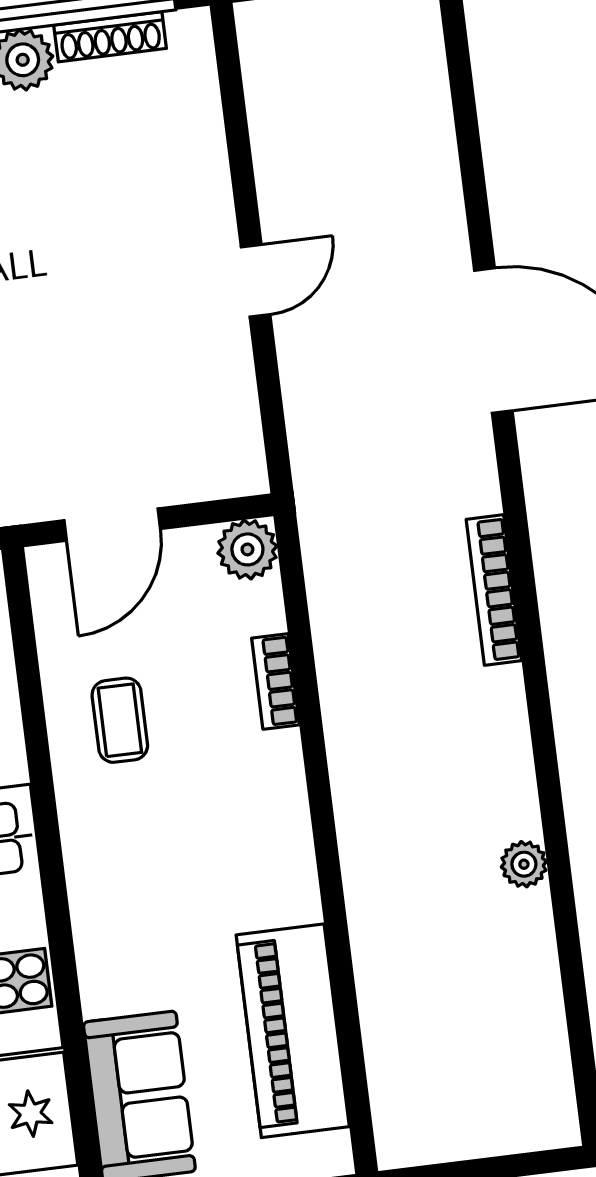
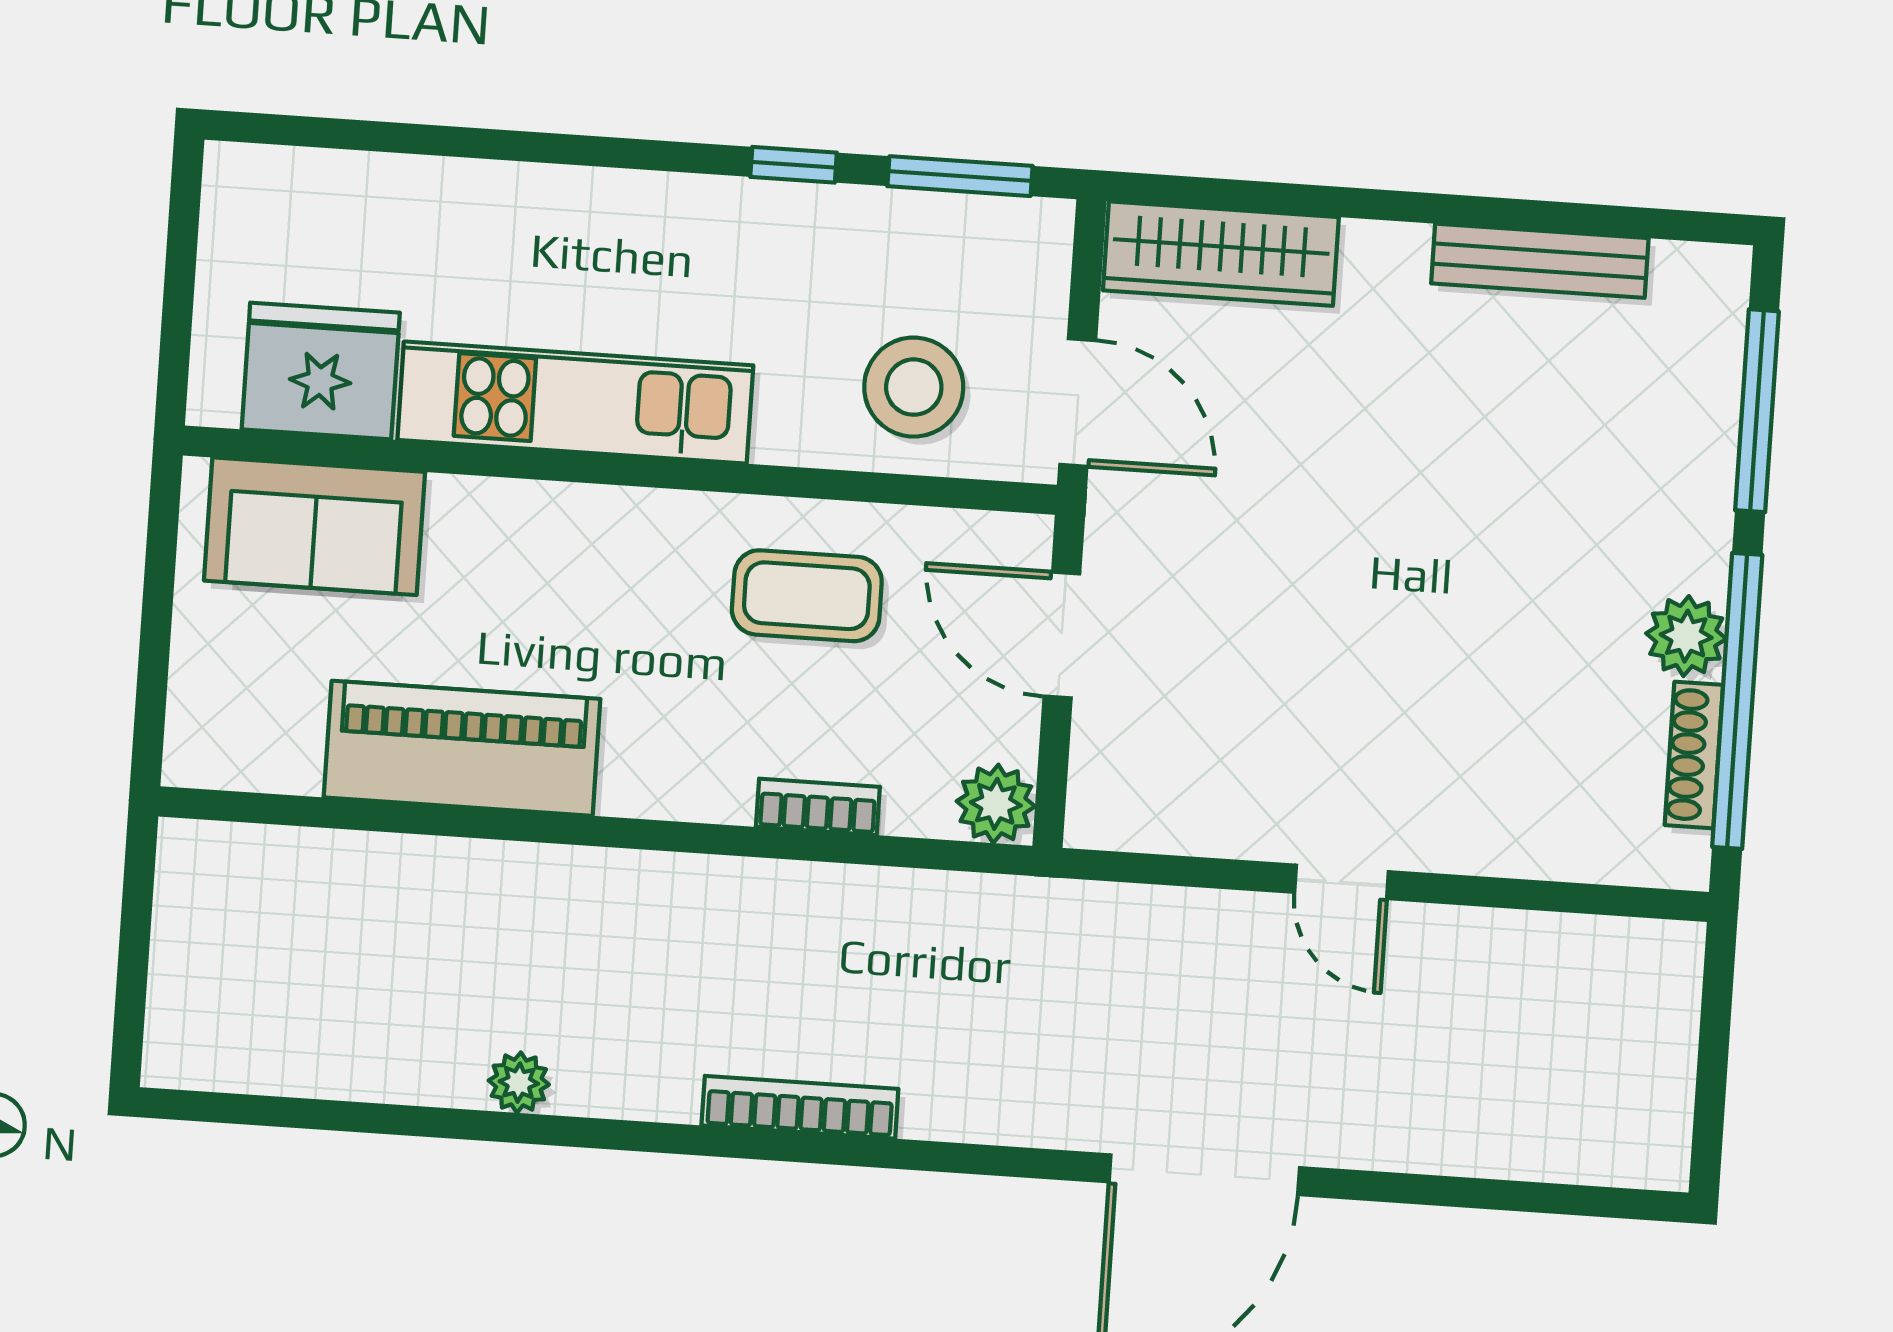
bookcase: (494, 590) -> (800, 1107), moved
coffee table: (120, 720) -> (807, 596), width x1.36, depth x1.30
piano: (293, 1031) -> (462, 748), moved

